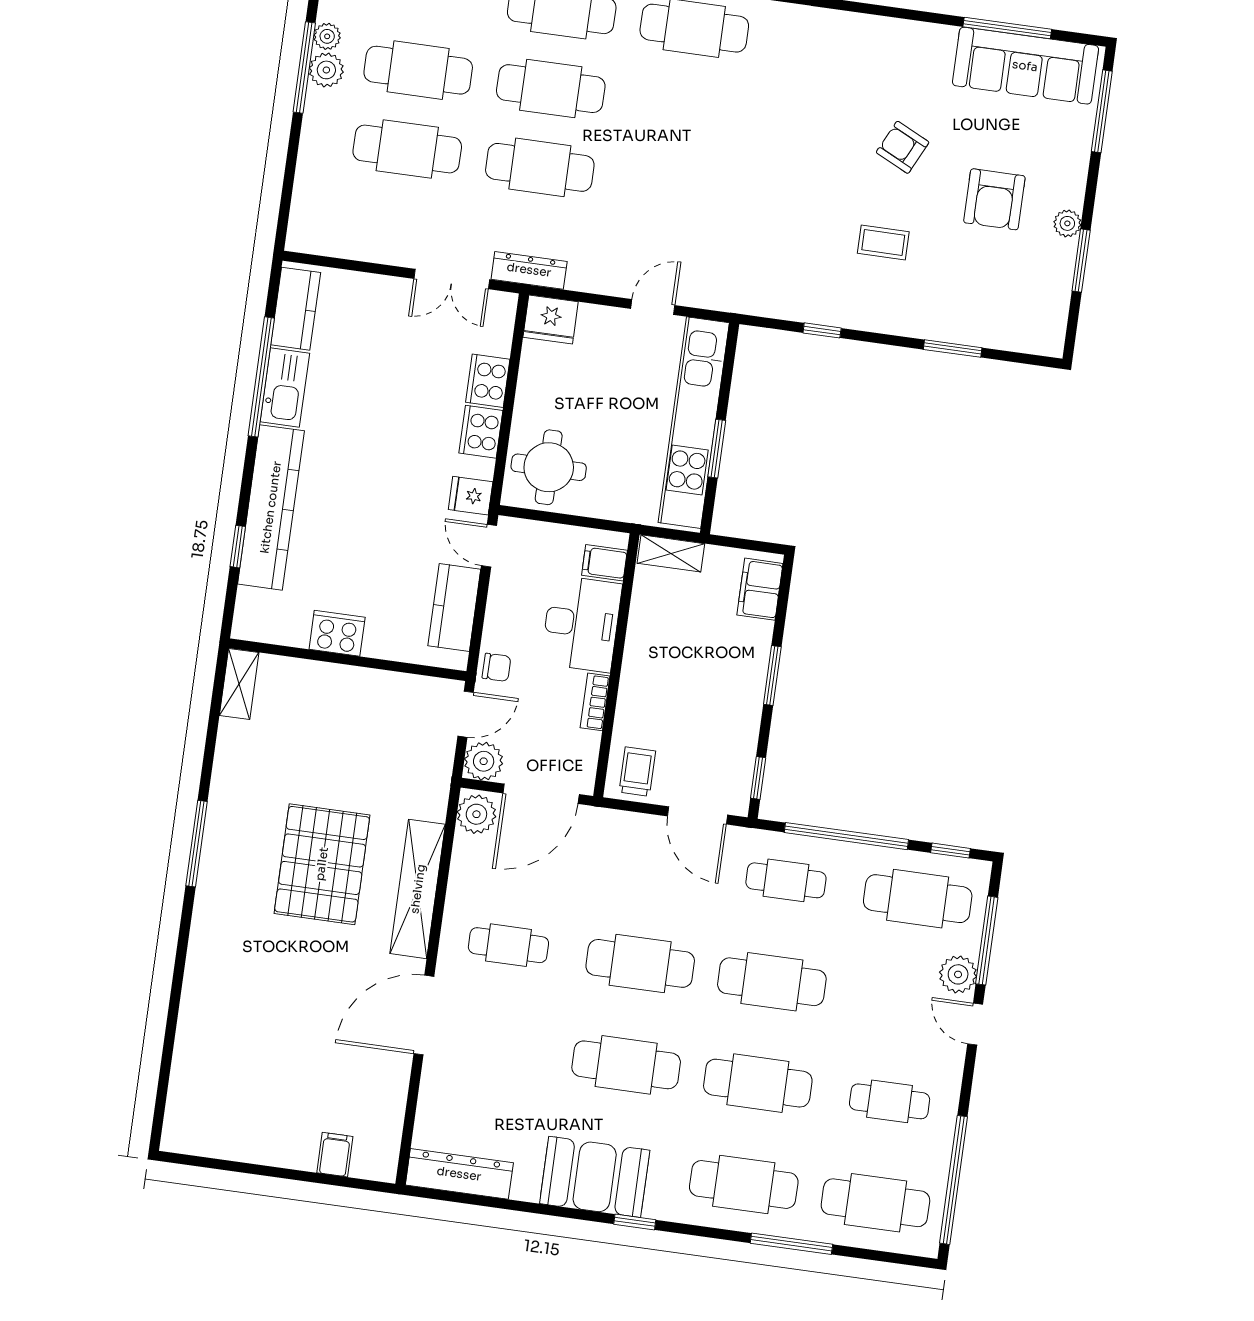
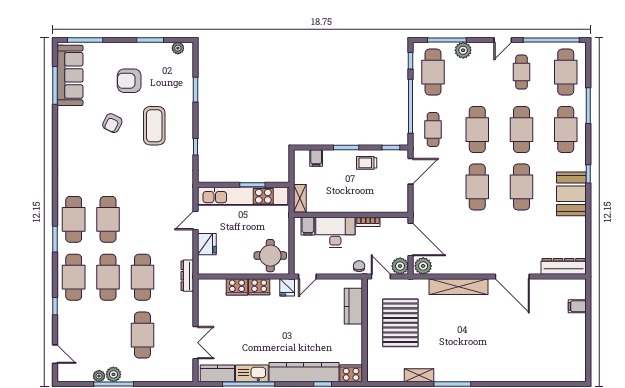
cafe table: (418, 70) -> (108, 219), moved
armchair: (994, 199) -> (129, 81), turned 180
plant: (1067, 223) -> (178, 48), moved
coffee table: (883, 243) -> (154, 126), width x1.86, depth x1.72
double door: (452, 279) -> (195, 343), moved
door: (653, 307) -> (195, 221), hinge flipped
fridge: (551, 319) -> (207, 244), moved
filing cabinet: (760, 589) -> (316, 158), width x0.50
kitchen counter: (454, 608) -> (353, 306), moved, turned 90
cooker: (337, 633) -> (351, 373), moved, turned 90
shelving: (239, 684) -> (419, 375), moved
trolley: (637, 772) -> (367, 163), moved
pallet: (322, 864) -> (400, 323), moved, turned 90
cafe table: (508, 945) -> (477, 244), removed
door: (975, 1024) -> (503, 40), moved
dresser: (459, 1174) -> (564, 266), moved, turned 90

